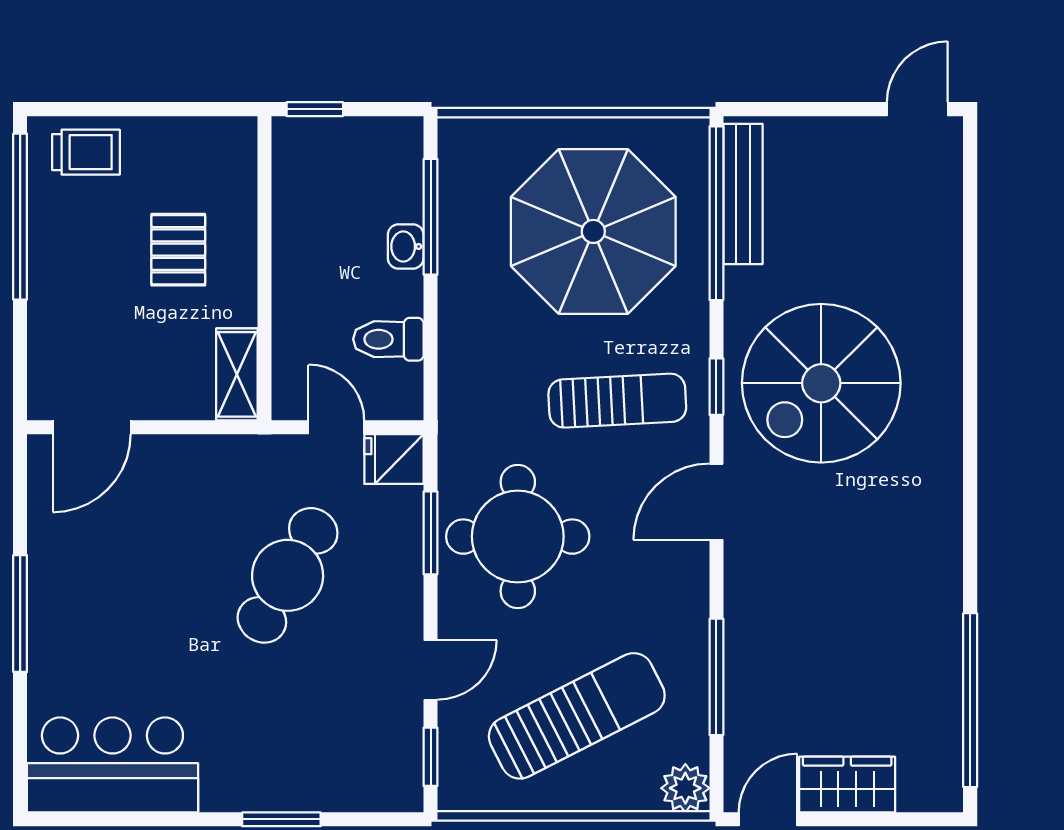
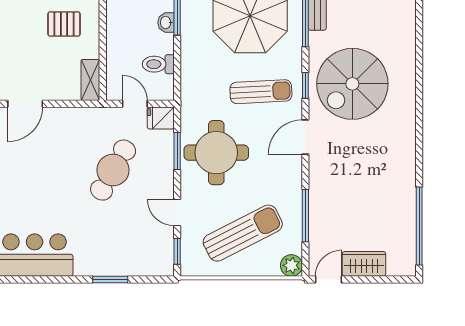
pallet: (178, 250) -> (64, 24), turned 90
door: (431, 670) -> (177, 213), swing flipped

